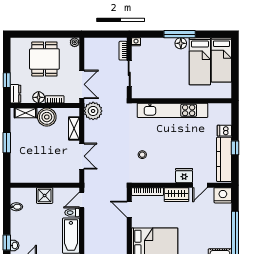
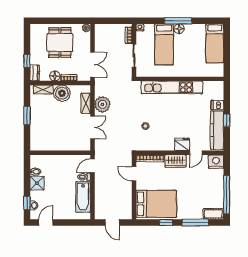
bed: (200, 61) -> (164, 44), moved
plant: (93, 111) -> (102, 104), moved
shower: (45, 196) -> (37, 183), moved

